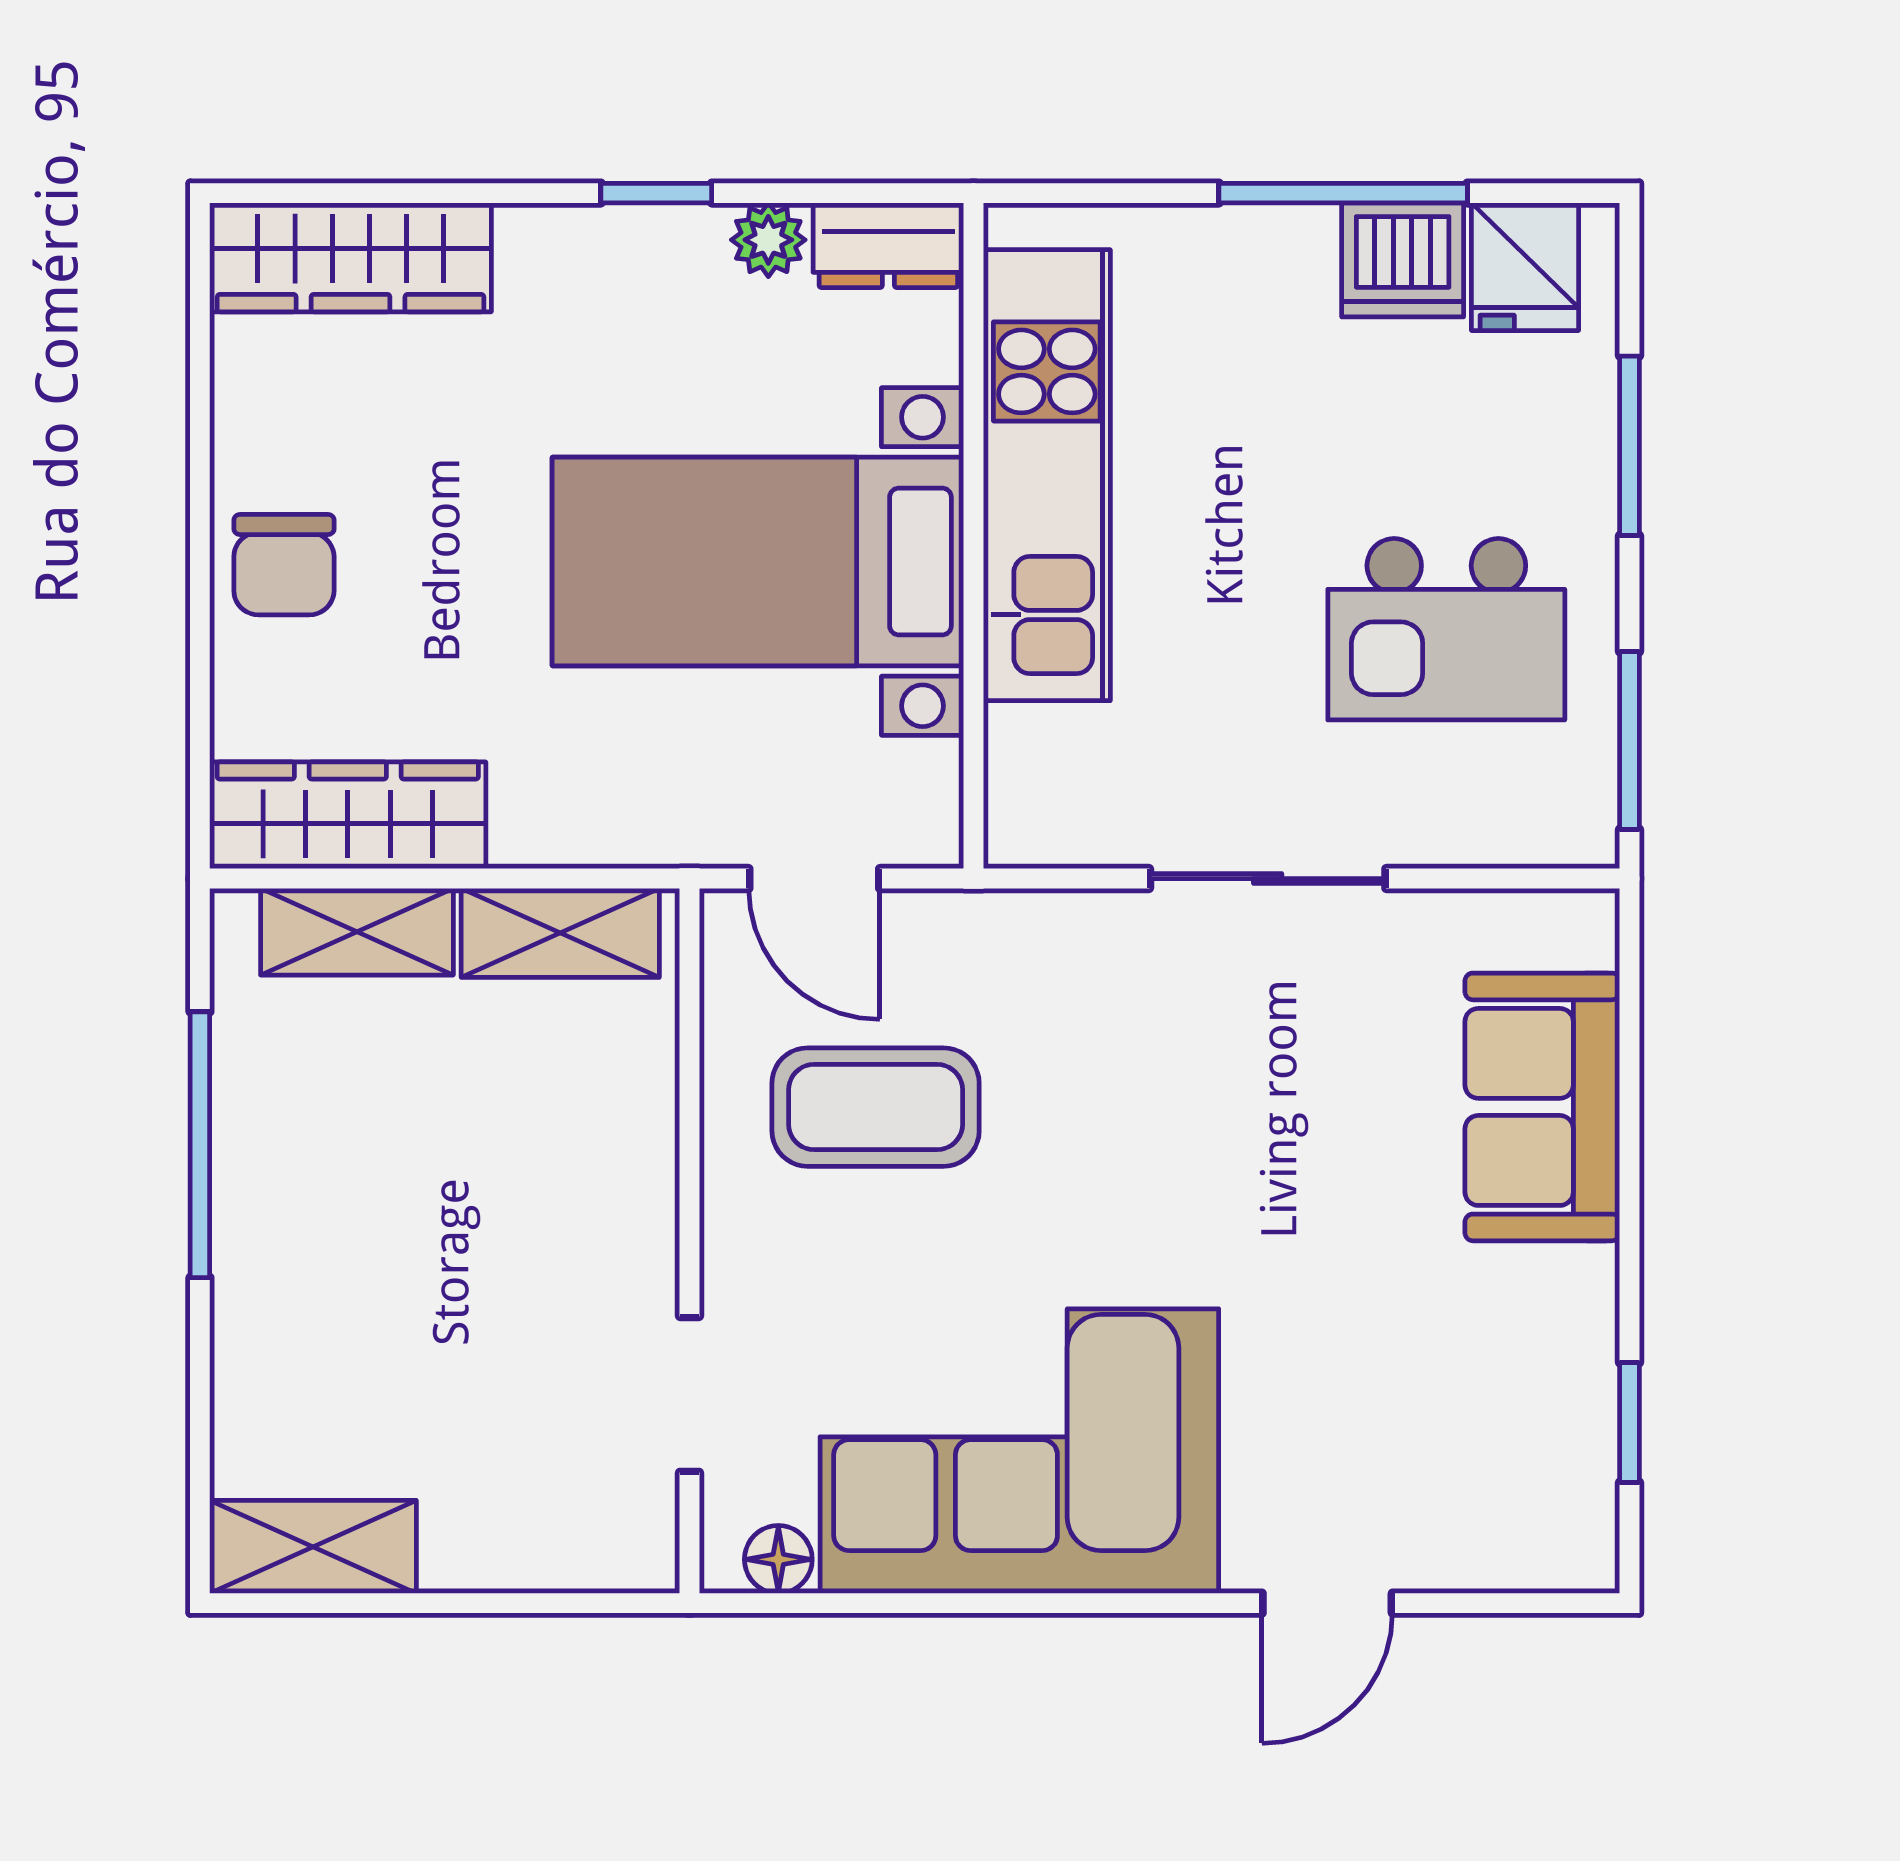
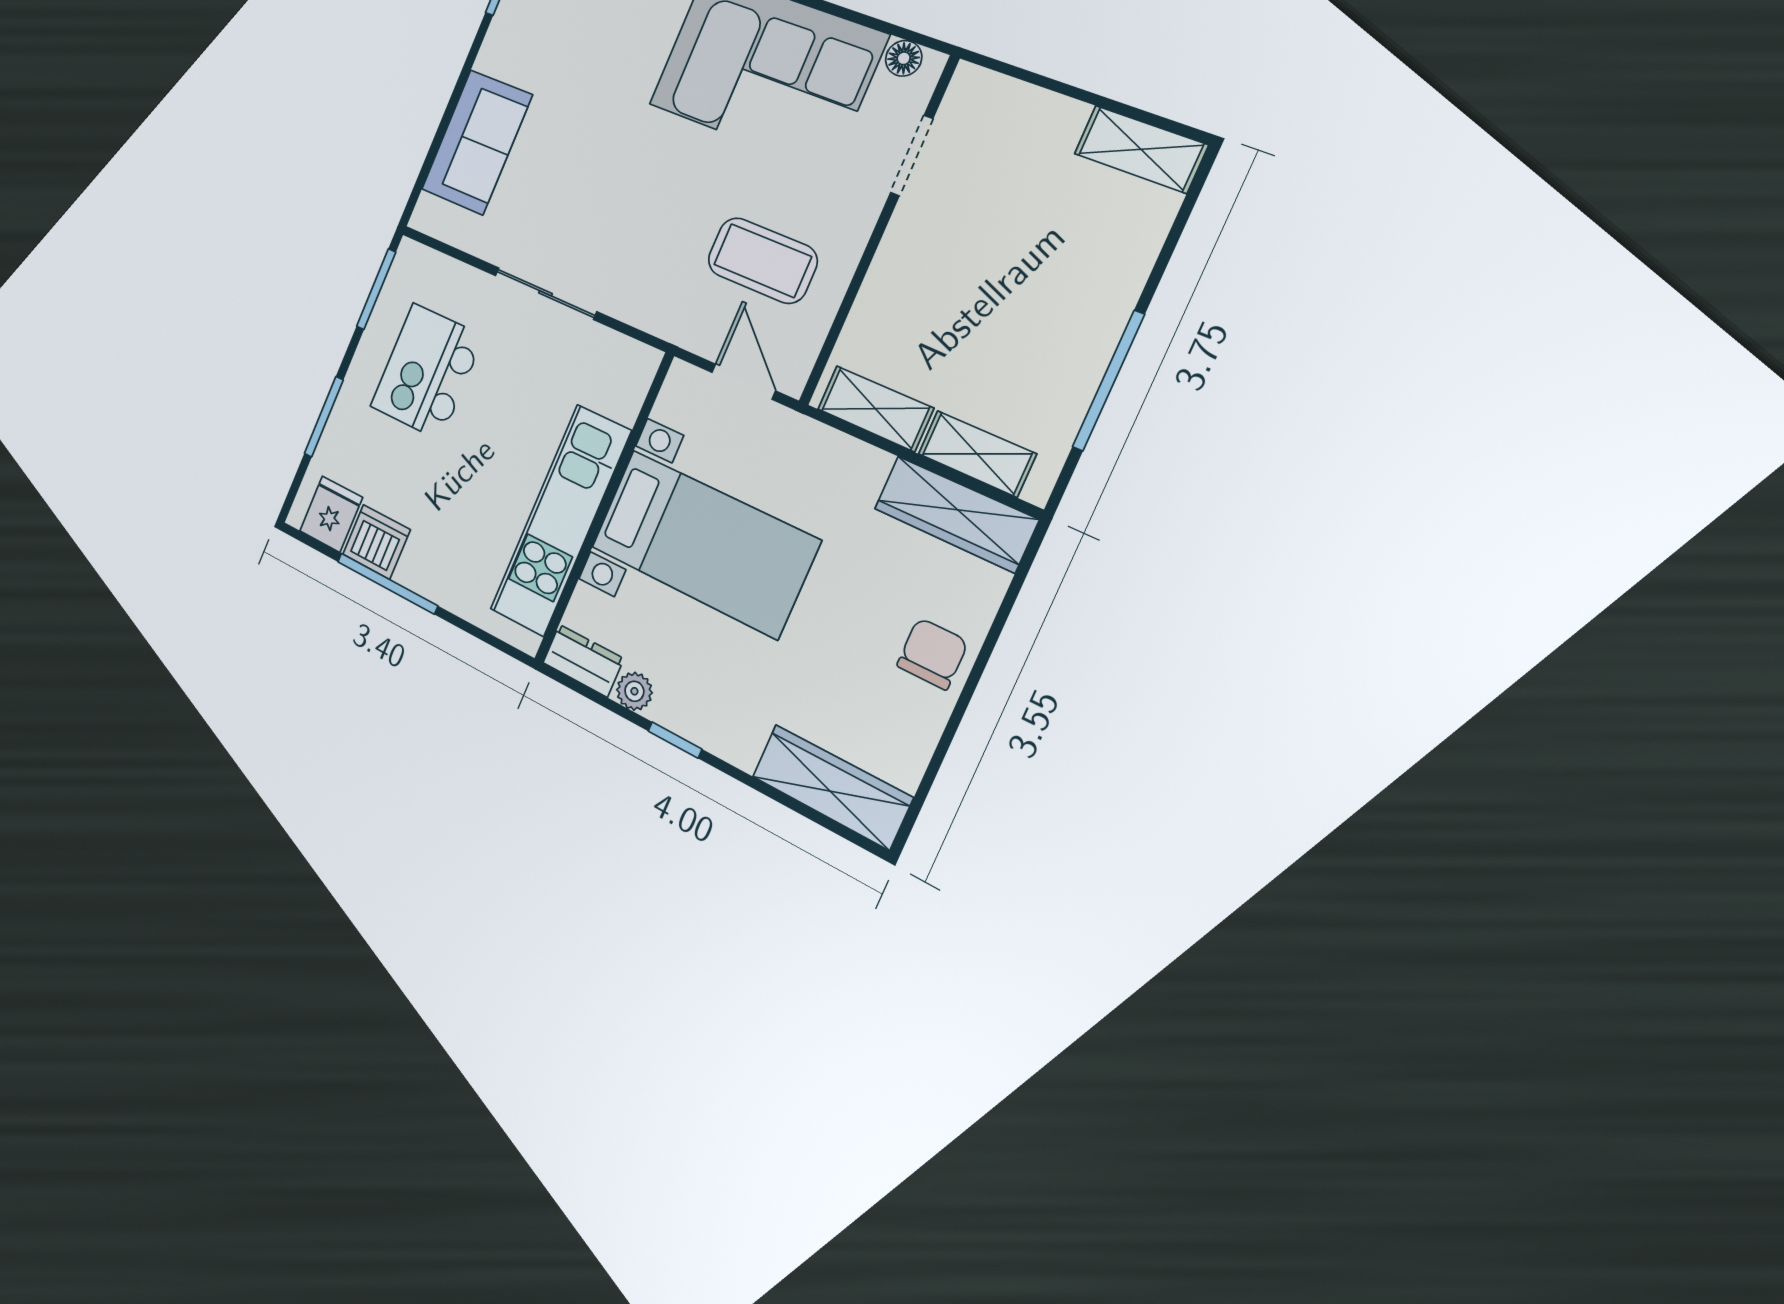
kitchen island: (1446, 629) -> (427, 371), turned -90

